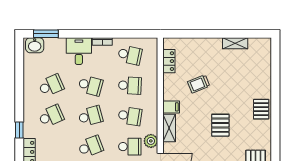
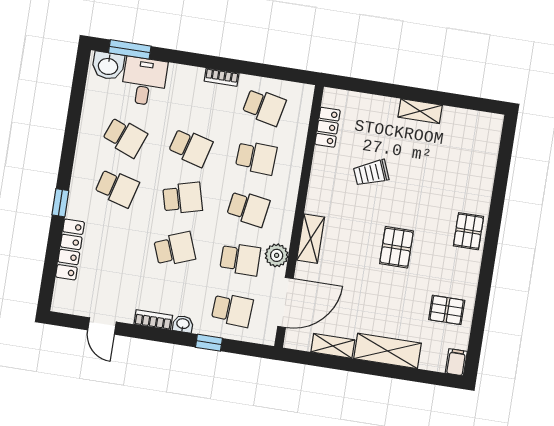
shelving: (235, 43) -> (420, 111), moved
desk: (79, 51) -> (144, 81), moved
school desk: (51, 86) -> (125, 137), turned 45
filing cabinet: (171, 107) -> (319, 204), removed
school desk: (51, 116) -> (117, 188), turned 39

